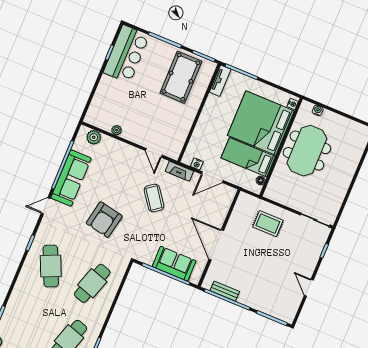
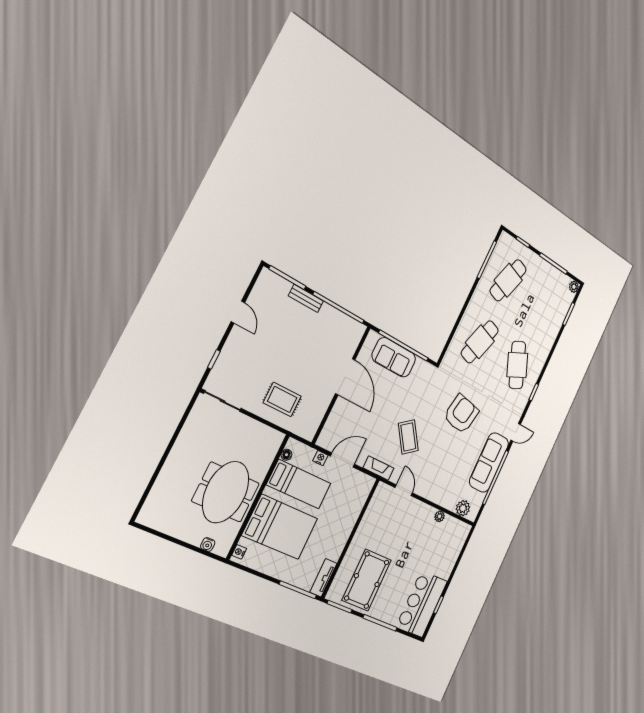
bed: (261, 123) -> (280, 527), width x0.73
nightstand: (197, 164) -> (320, 458), moved
bench: (225, 291) -> (306, 298), moved

